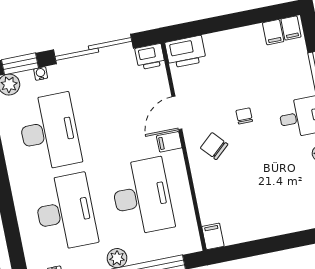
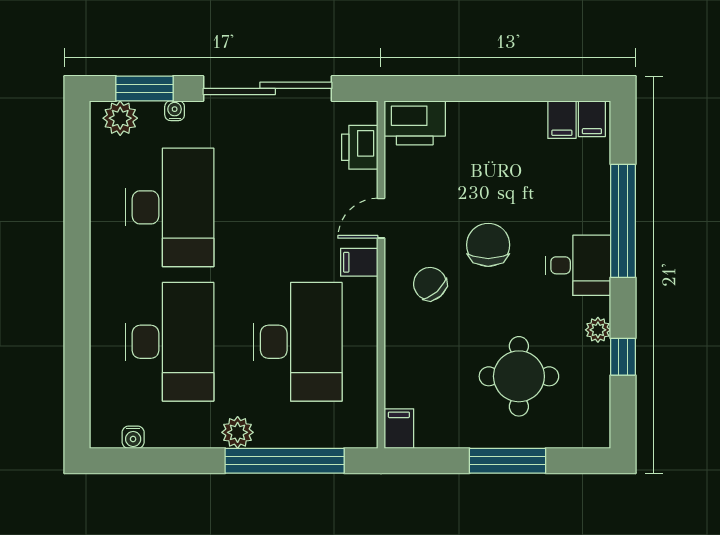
printer: (150, 57) -> (360, 147), moved, turned 90
door: (177, 113) -> (381, 218), width x0.73
chair: (244, 116) -> (488, 245), width x1.87, depth x1.87
round table: (278, 191) -> (519, 376), added
window: (282, 243) -> (508, 461), added

